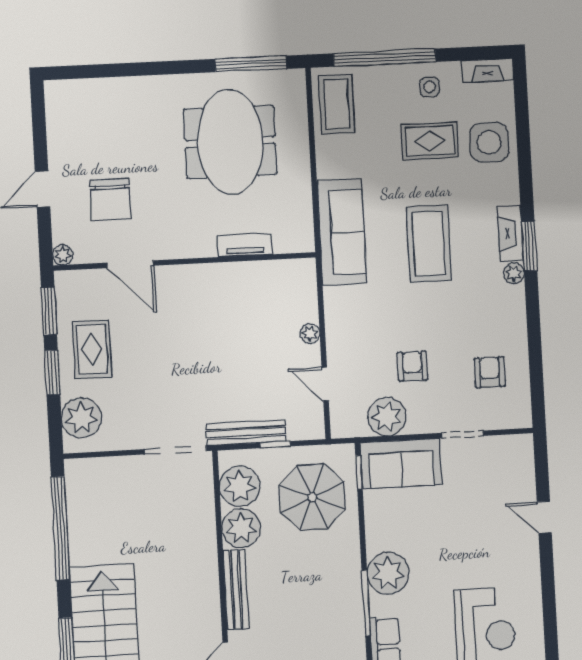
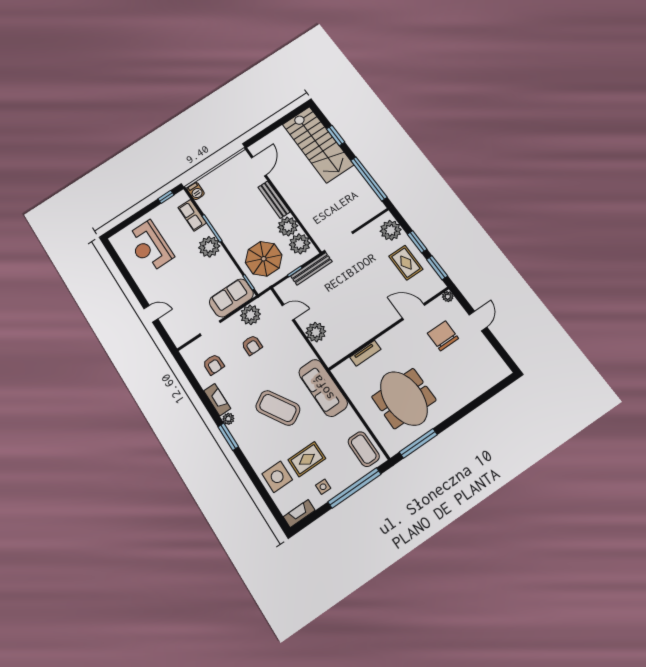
fireplace: (510, 233) -> (217, 400), moved
coffee table: (429, 244) -> (278, 408), turned -31
plant: (310, 334) -> (316, 332), width x1.88, depth x1.88

